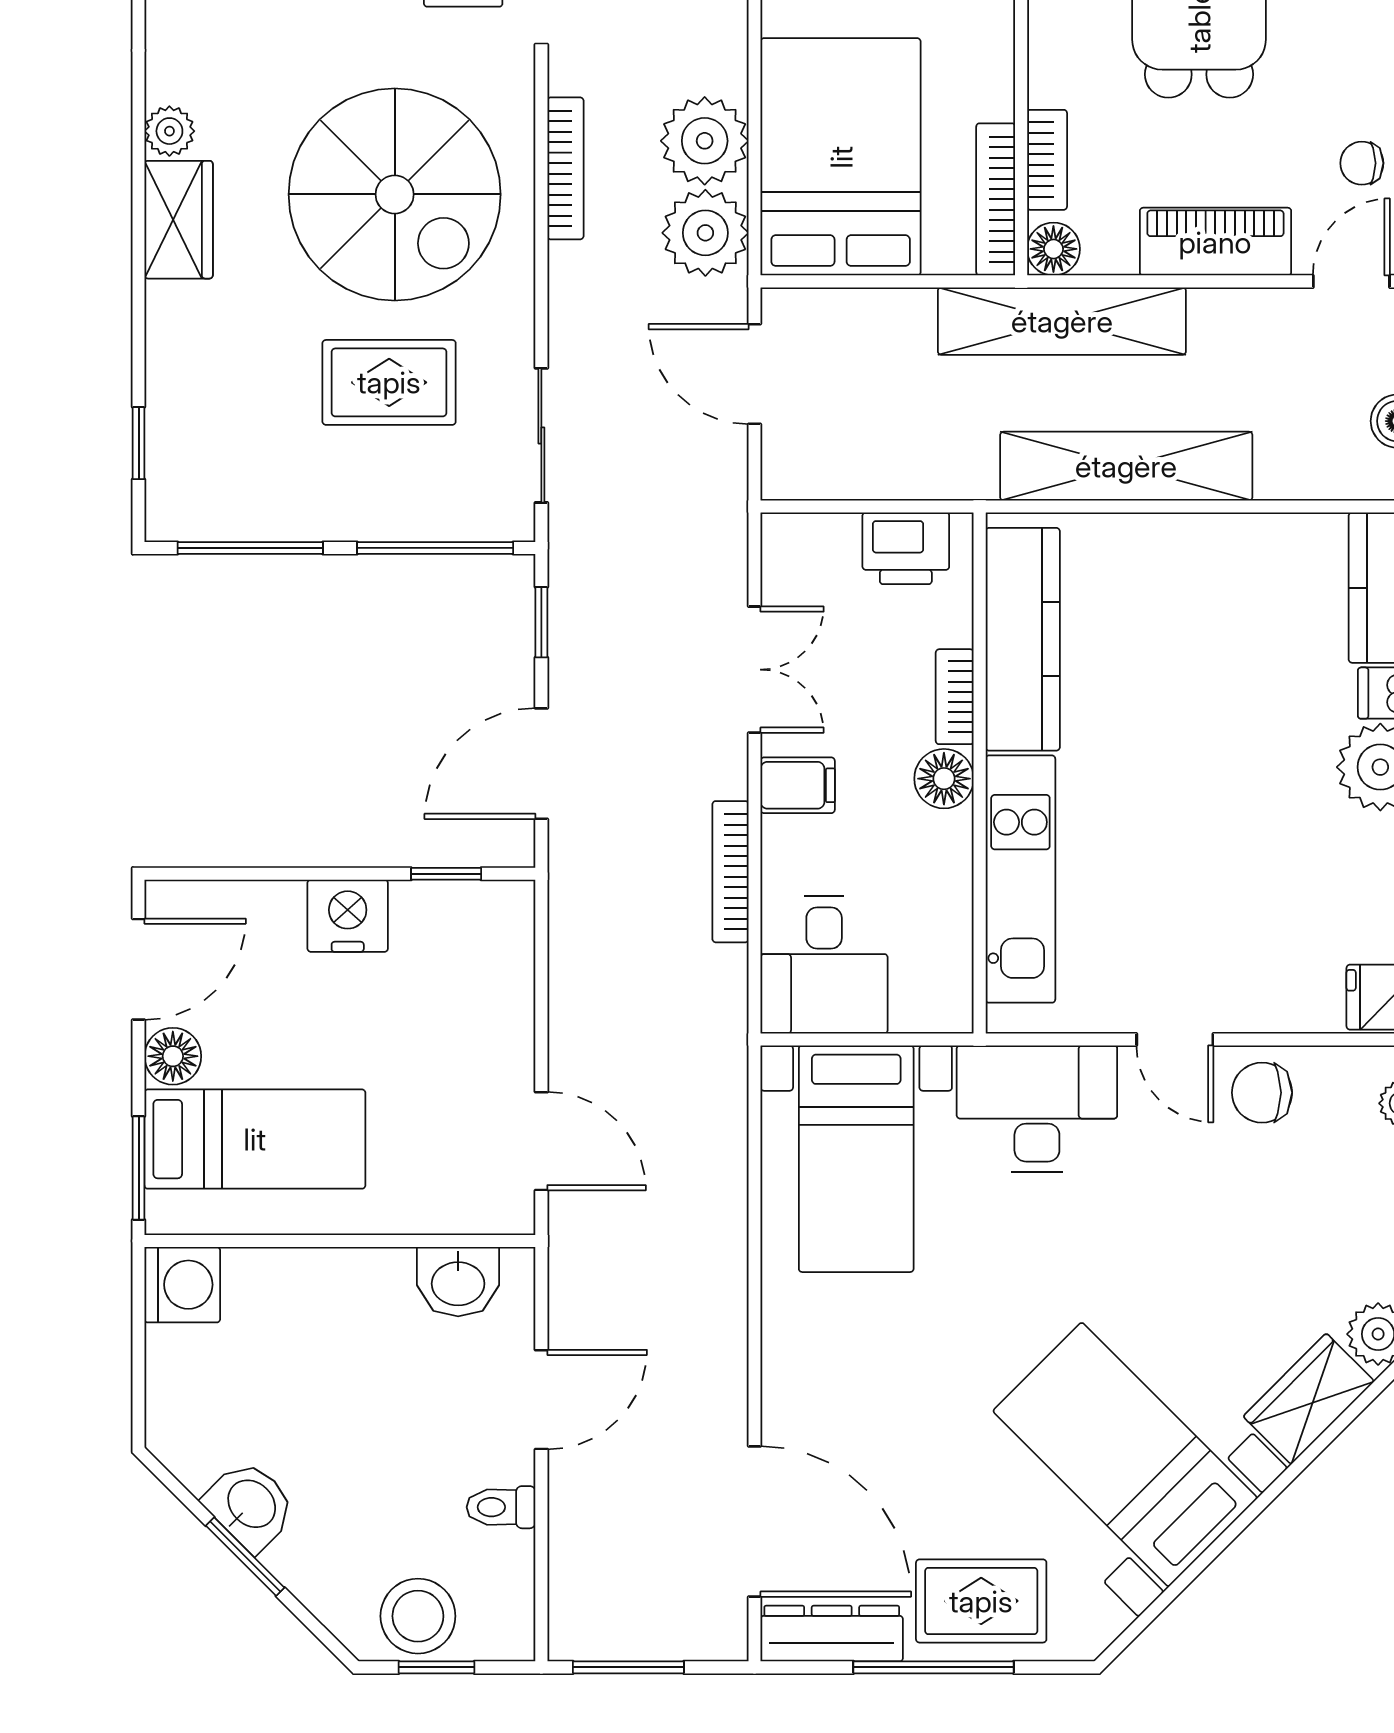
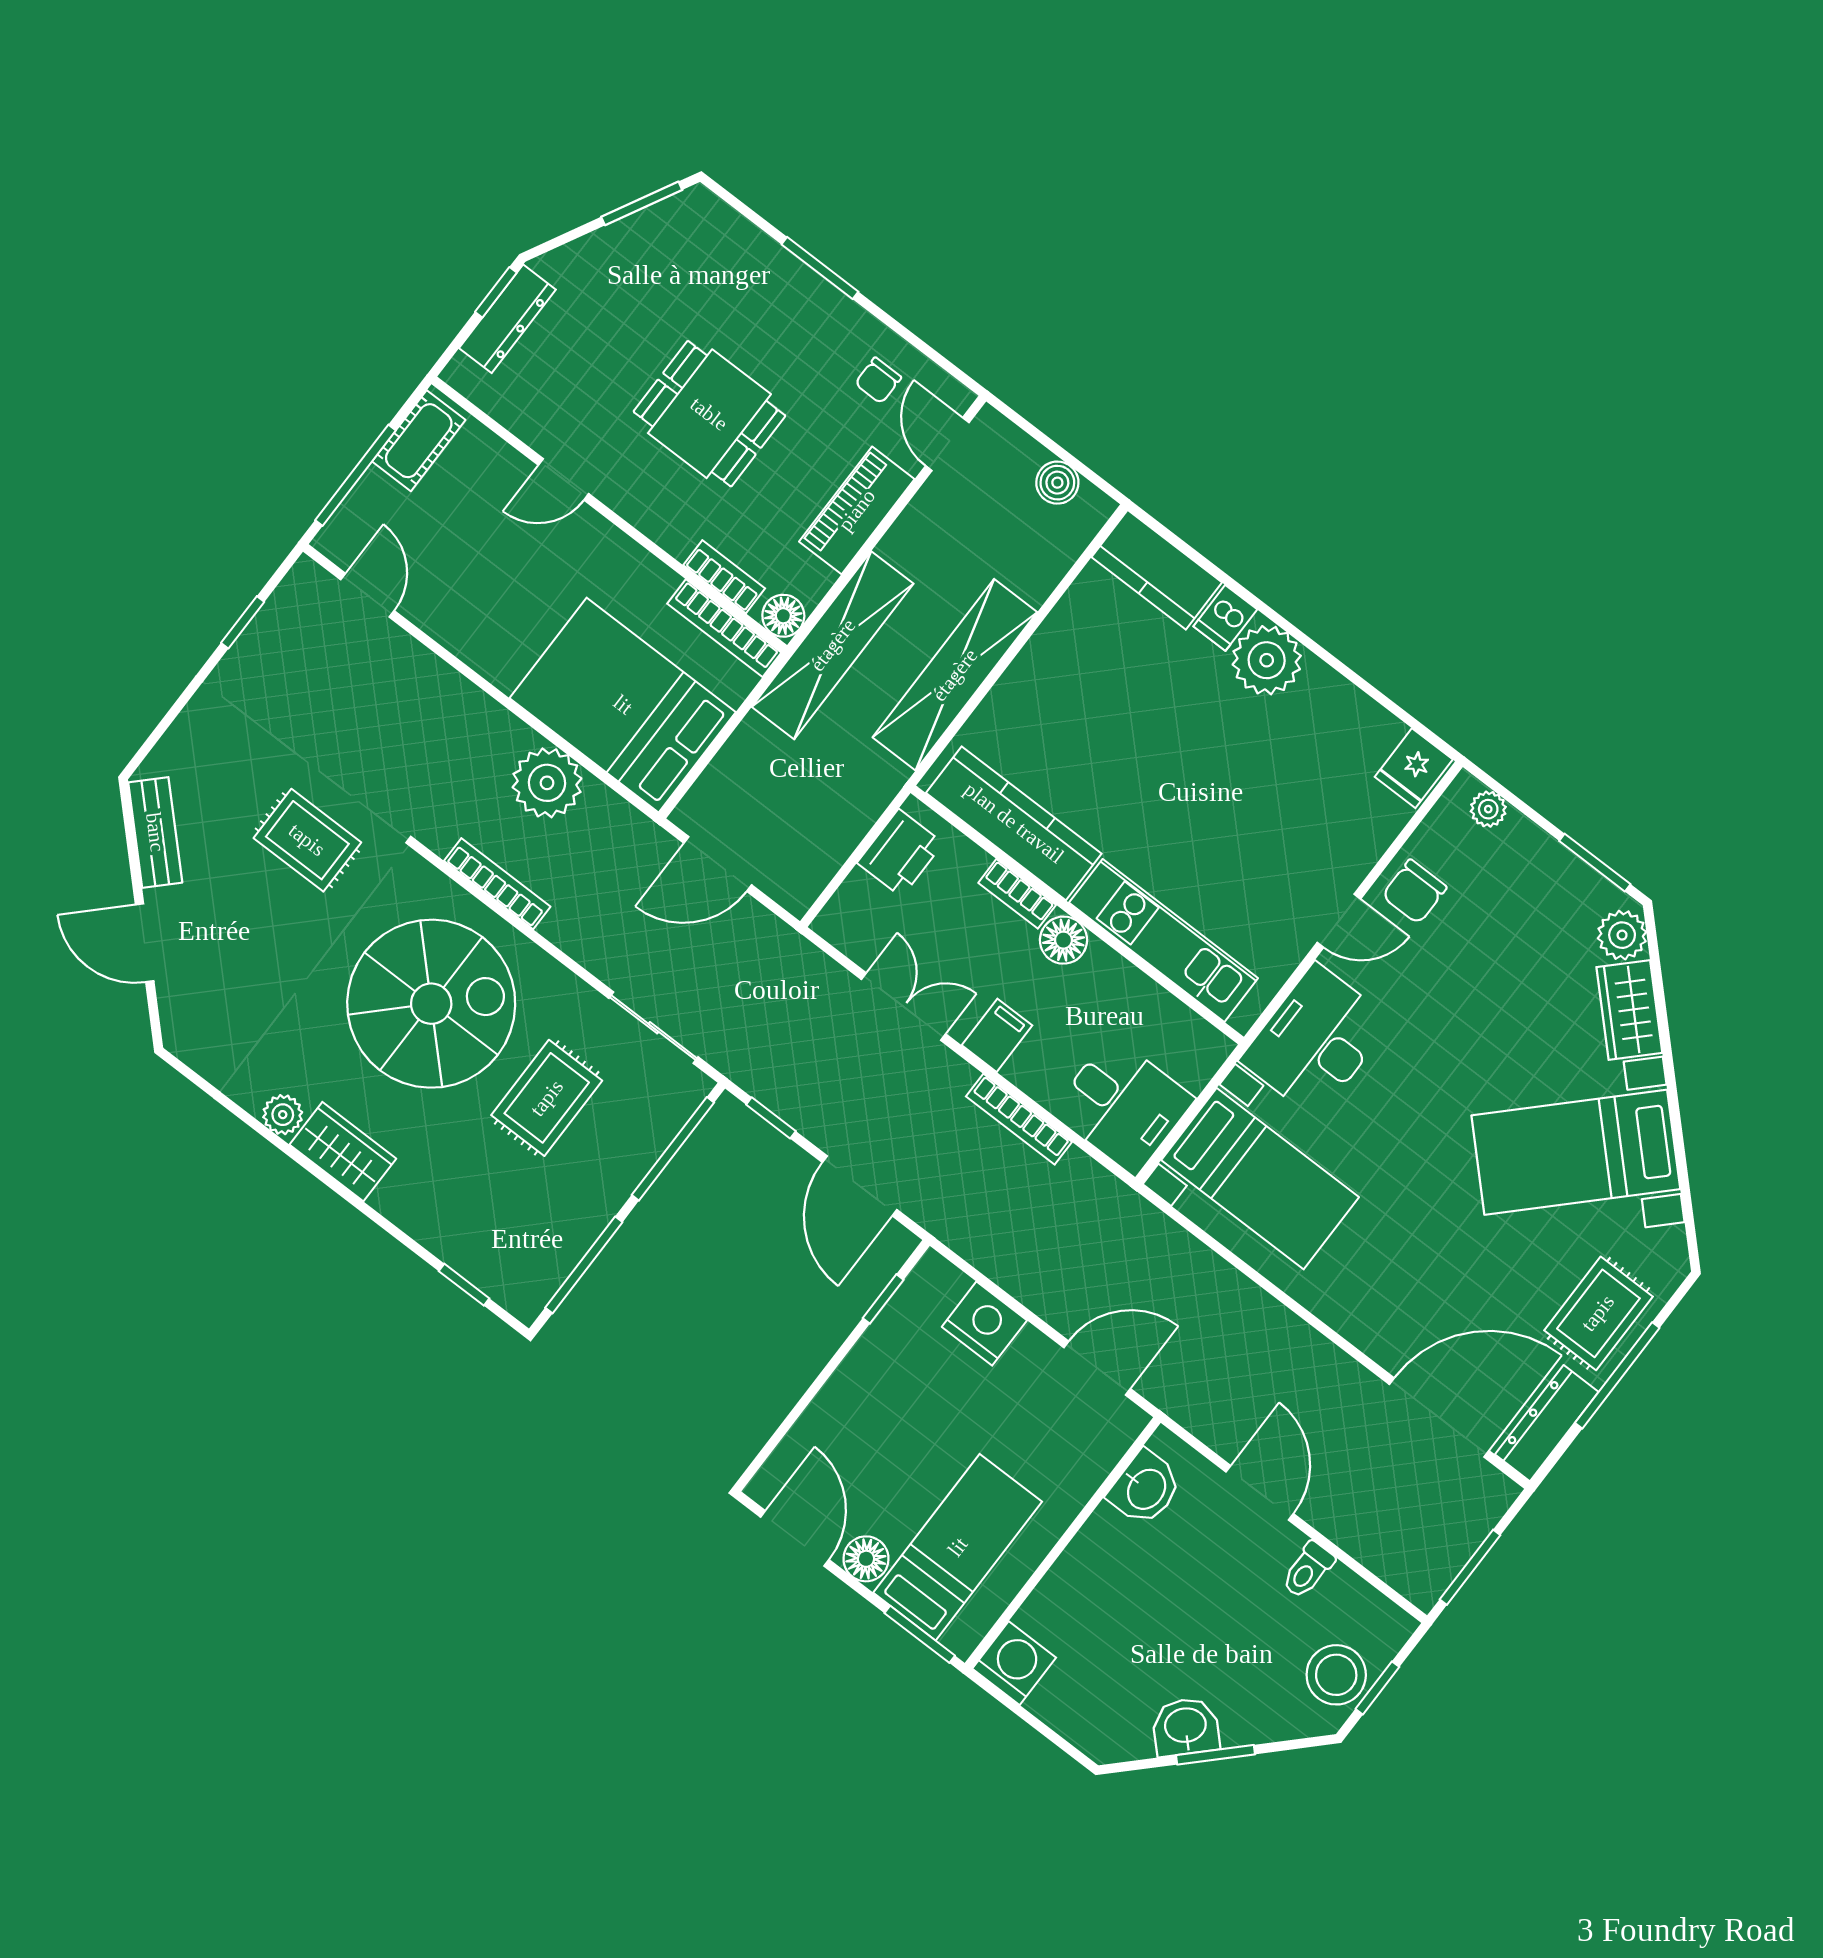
plant: (705, 233) -> (605, 827), removed
nightstand: (348, 916) -> (984, 1324), moved, turned 90

